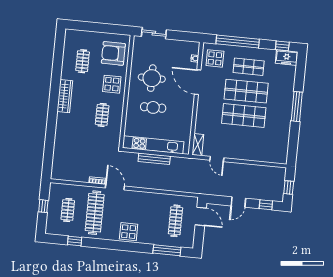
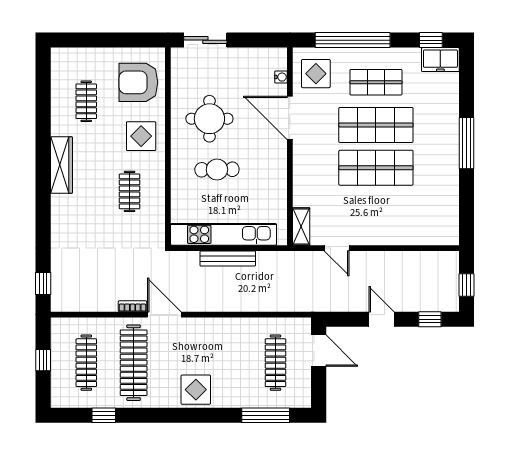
window: (48, 162) -> (43, 283), added
door: (238, 202) -> (382, 319), swing flipped
clothes rail: (68, 210) -> (86, 363), width x1.36

